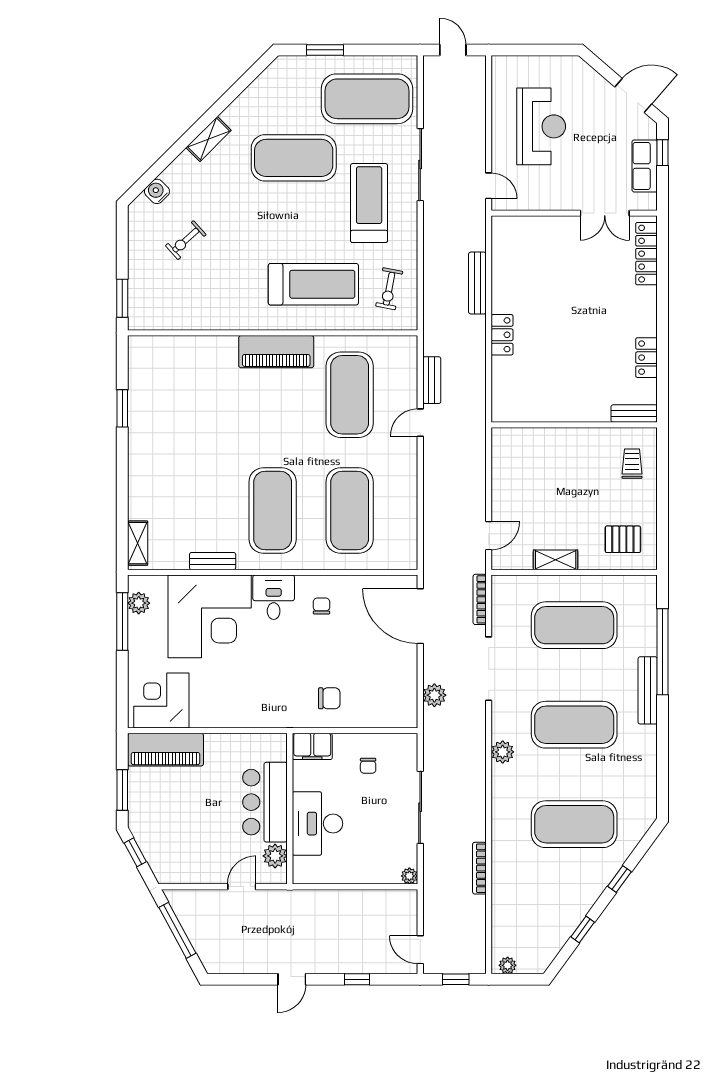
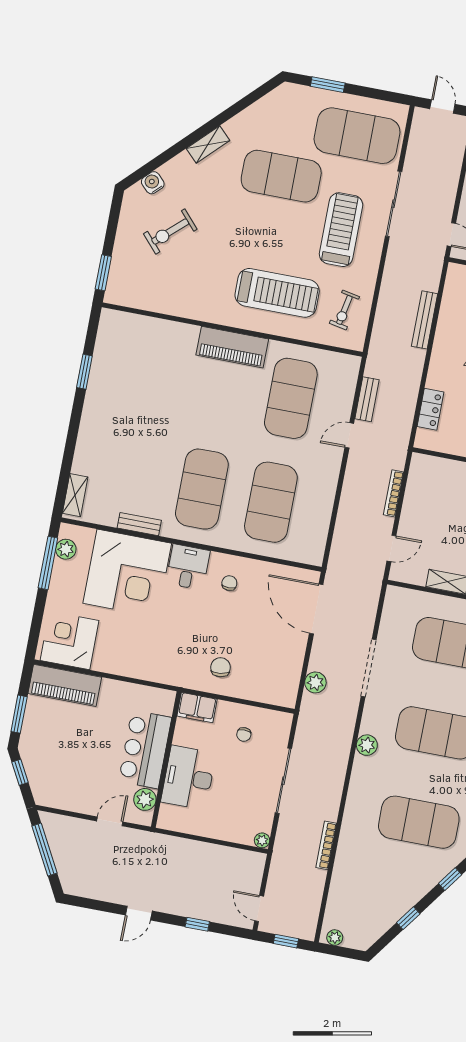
exercise bike: (186, 240) -> (170, 232), width x1.38, depth x1.39
locker: (502, 335) -> (430, 409), moved
bookcase: (480, 599) -> (394, 493), moved
chair: (329, 698) -> (221, 667), turned -97

